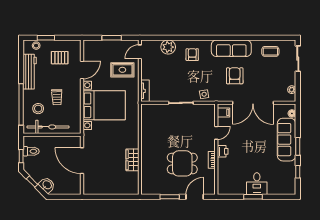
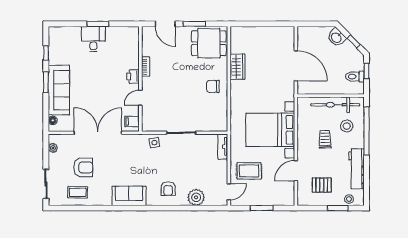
sofa: (231, 48) -> (129, 196), width x0.73
armchair: (235, 76) -> (83, 167), moved, turned -90
chair: (154, 143) -> (213, 86), added
dining table: (182, 163) -> (209, 43), moved
door: (195, 197) -> (165, 24), hinge flipped

